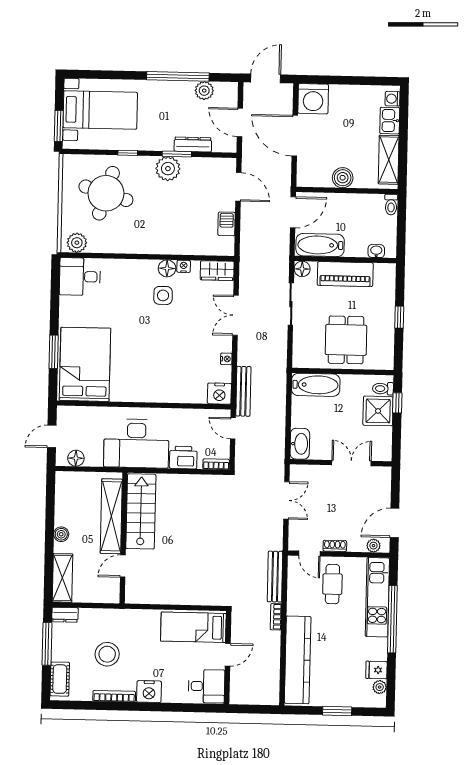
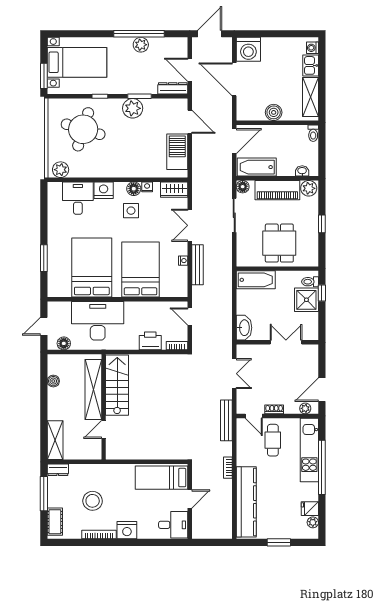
plant: (204, 91) -> (141, 45), moved
dresser: (193, 144) -> (173, 88), moved
barbecue: (227, 224) -> (177, 152), width x1.88, depth x1.53
plant: (384, 273) -> (309, 188), added
desk: (80, 277) -> (78, 198), moved, turned 90
bed: (85, 364) -> (92, 268), moved
bed: (173, 369) -> (140, 269), added
bench: (243, 391) -> (197, 265), moved
nightstand: (219, 394) -> (104, 190), moved, turned 180
desk: (136, 444) -> (98, 321), moved, turned 180
boiler: (61, 534) -> (53, 381), moved
bench: (275, 577) -> (226, 420), moved

